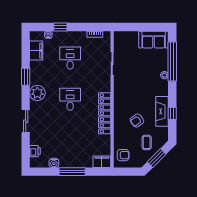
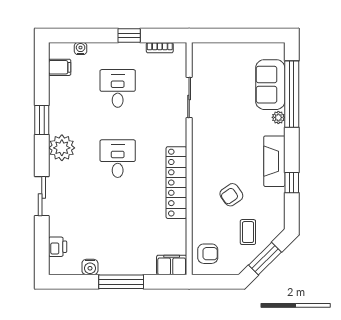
window: (60, 27) -> (129, 35), moved
sofa: (154, 40) -> (270, 85), moved, turned 90
filing cabinet: (36, 51) -> (60, 67), width x0.50
fireplace: (162, 111) -> (274, 161), moved

